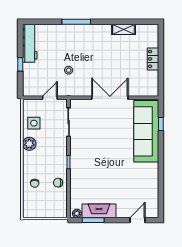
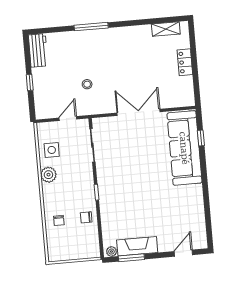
shelving: (124, 29) -> (166, 29), moved
workbench: (30, 43) -> (38, 50), width x0.73

